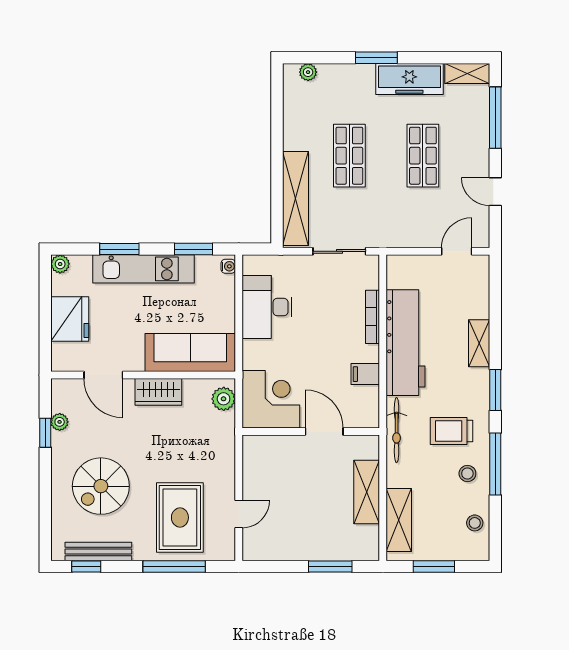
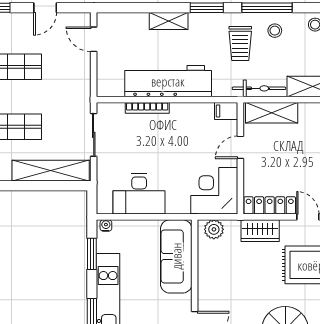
filing cabinet: (365, 374) -> (226, 111), moved, turned 90
wardrobe: (158, 392) -> (260, 231), moved, turned 90
bicycle: (397, 430) -> (259, 88), moved
door: (324, 431) -> (240, 147), width x0.73
locker: (253, 467) -> (270, 205), added
shelving: (367, 492) -> (272, 113), moved

